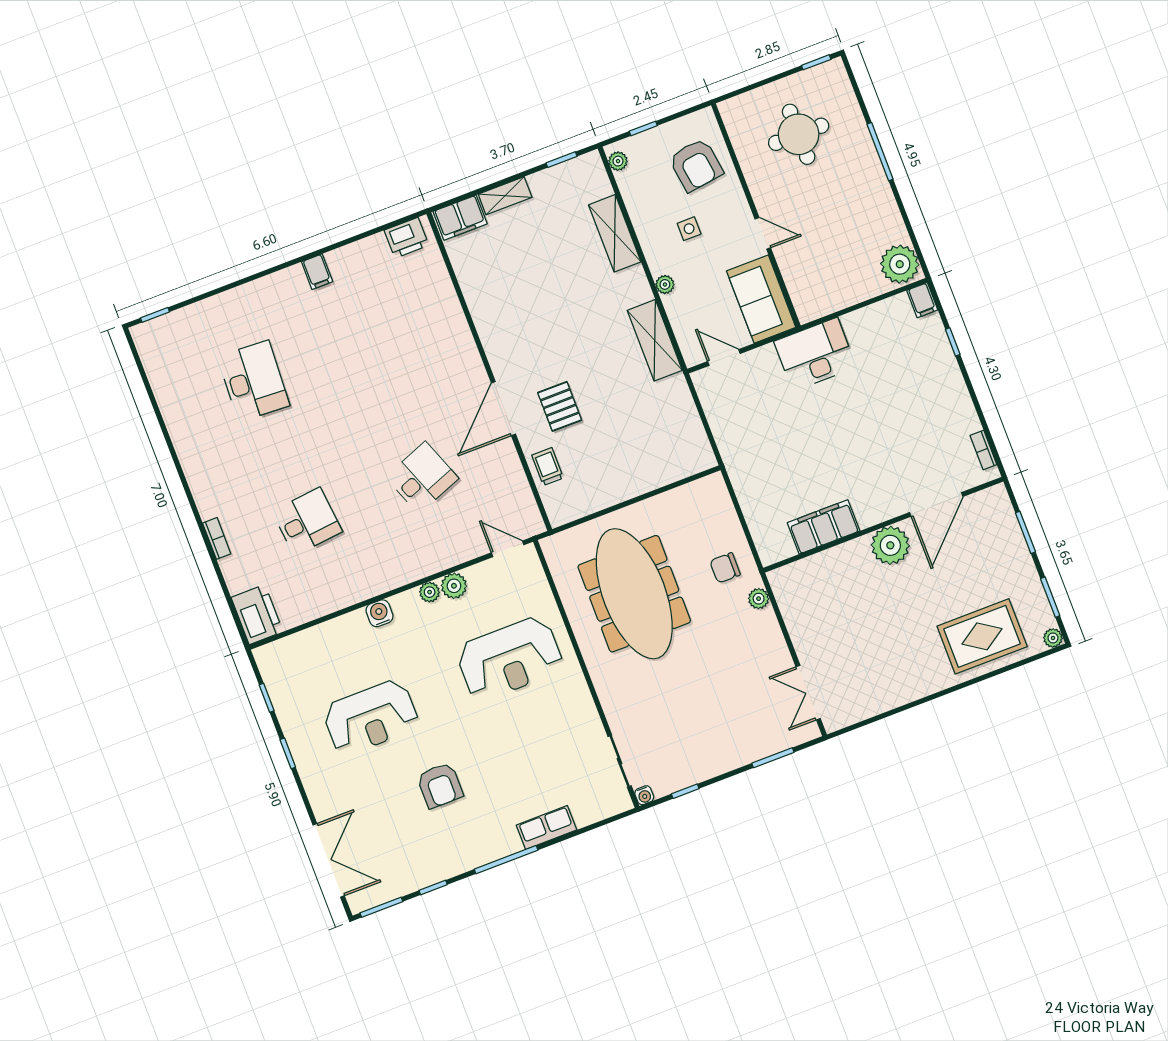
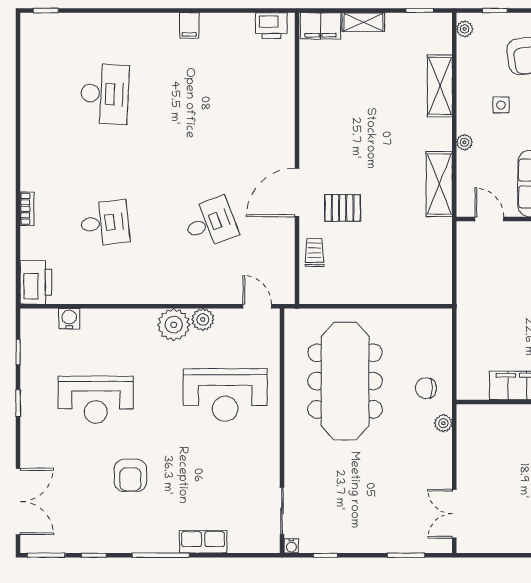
pallet: (560, 406) -> (343, 208), turned 90
plant: (430, 592) -> (174, 325), width x1.88, depth x1.88
water cooler: (380, 613) -> (69, 319), moved

